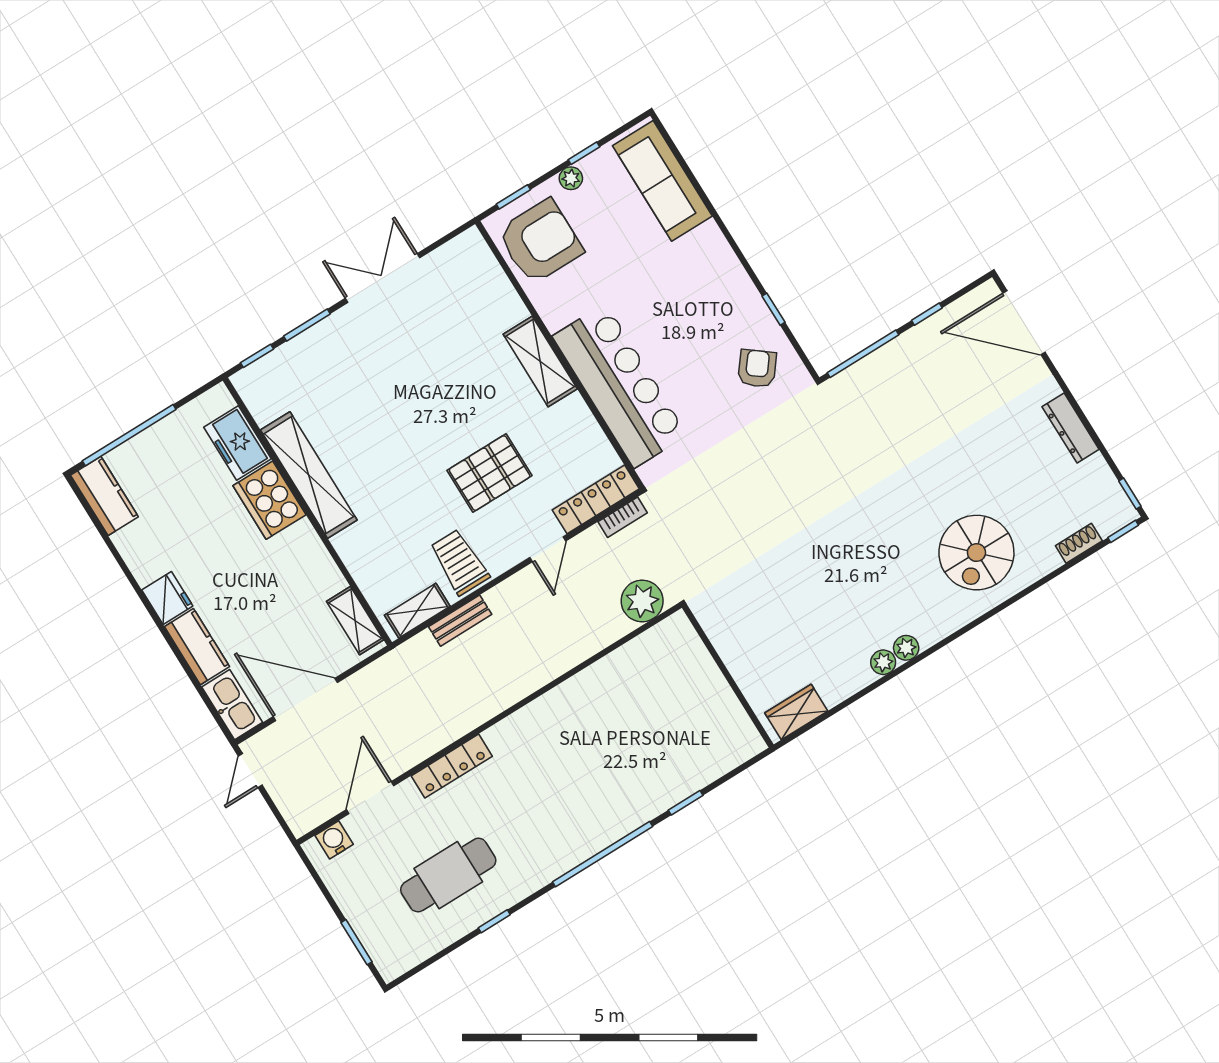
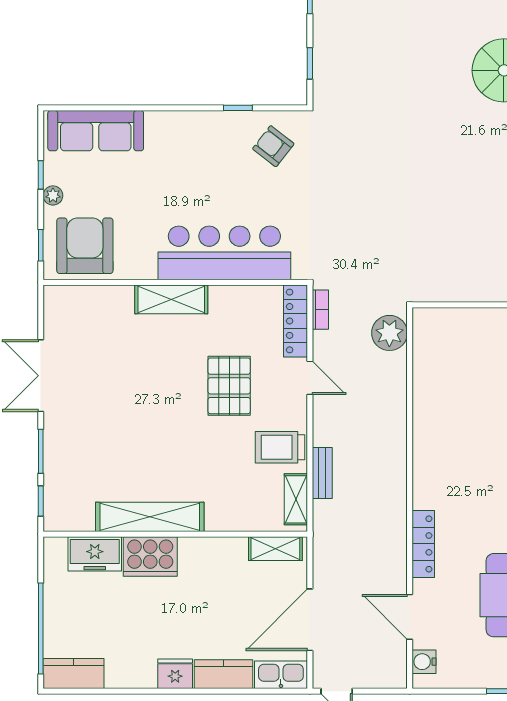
window: (863, 354) -> (310, 63), width x0.46

